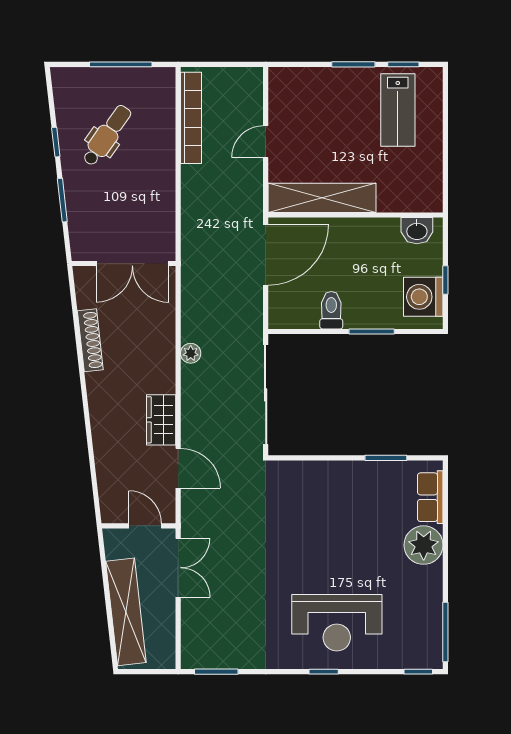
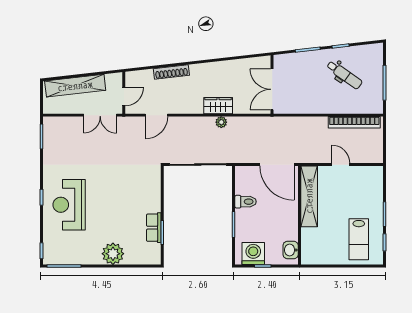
lab bench: (398, 110) -> (359, 239), turned -90
shoe rack: (90, 340) -> (171, 72), moved
wardrobe: (161, 420) -> (218, 106), moved
row of seats: (430, 497) -> (154, 228), moved, turned -90

